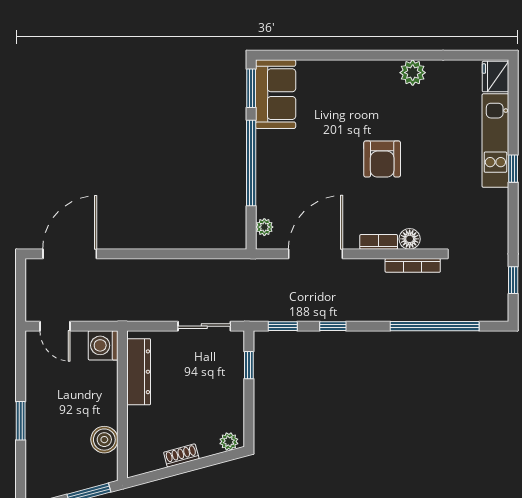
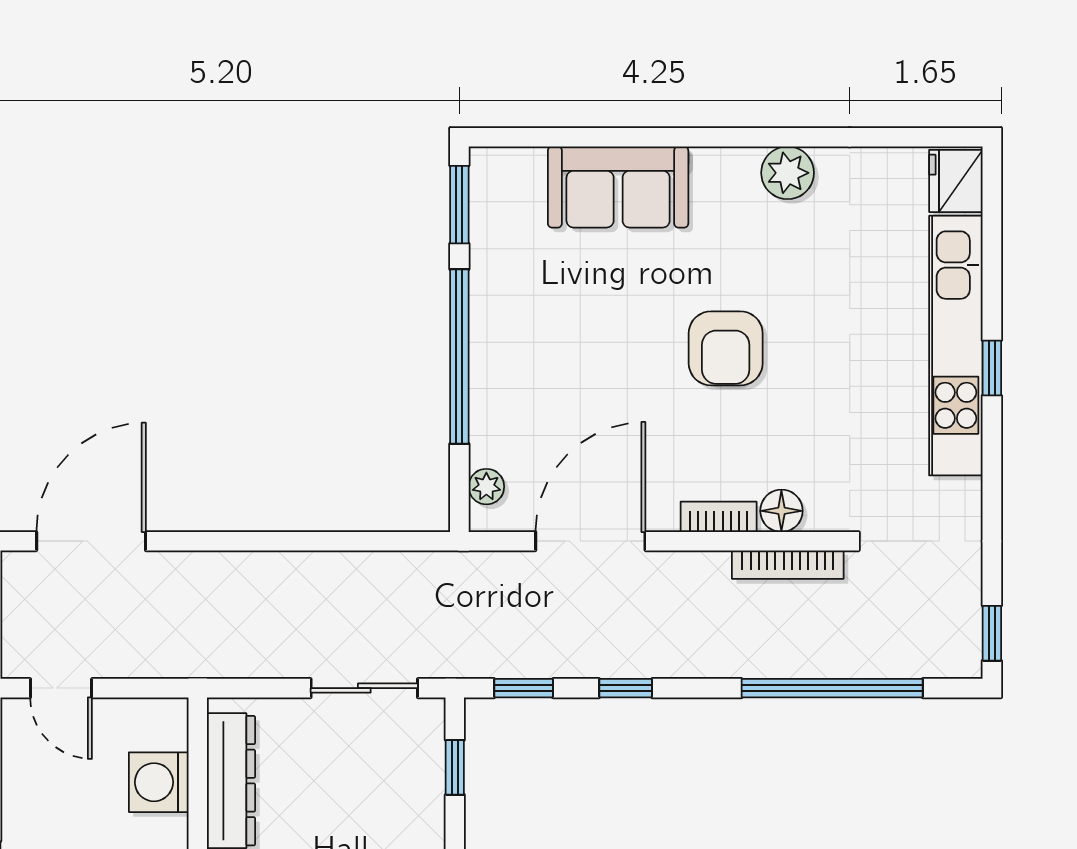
sofa: (276, 94) -> (618, 187), moved, turned 90
kitchen unit: (495, 141) -> (956, 346), width x1.36
window: (513, 280) -> (992, 633), moved
washing machine: (103, 345) -> (159, 782), moved

